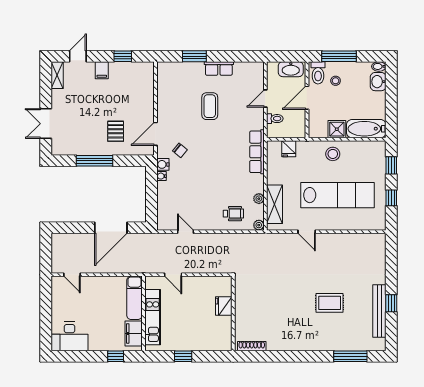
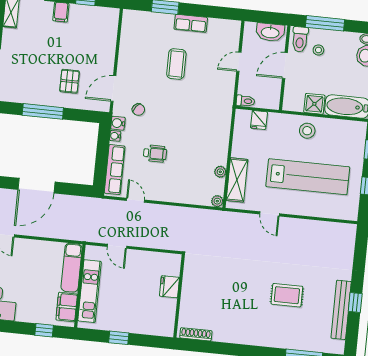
toilet: (275, 119) -> (245, 101), moved
row of seats: (257, 152) -> (115, 170), moved, turned 180
wheelchair: (233, 214) -> (155, 153), moved
door: (111, 228) -> (37, 186), moved

